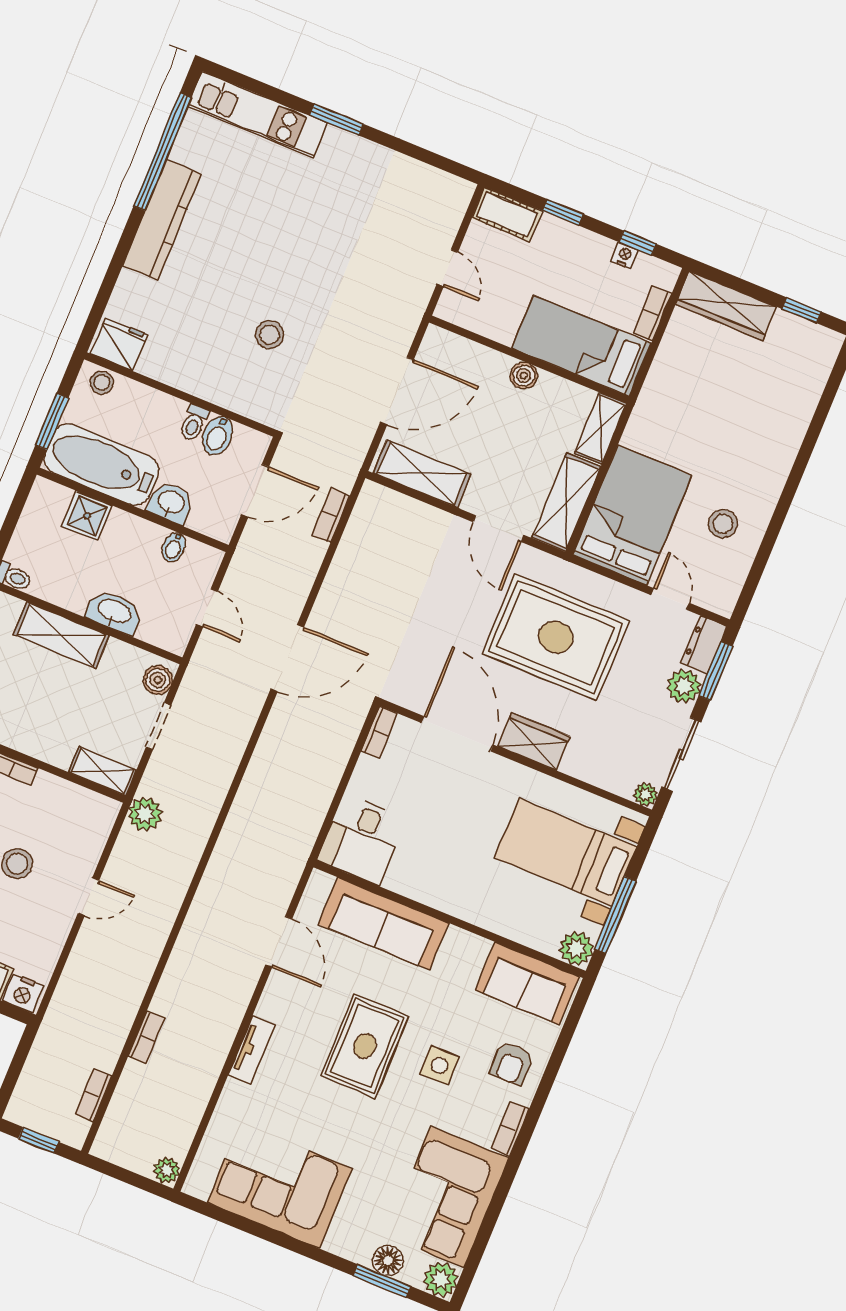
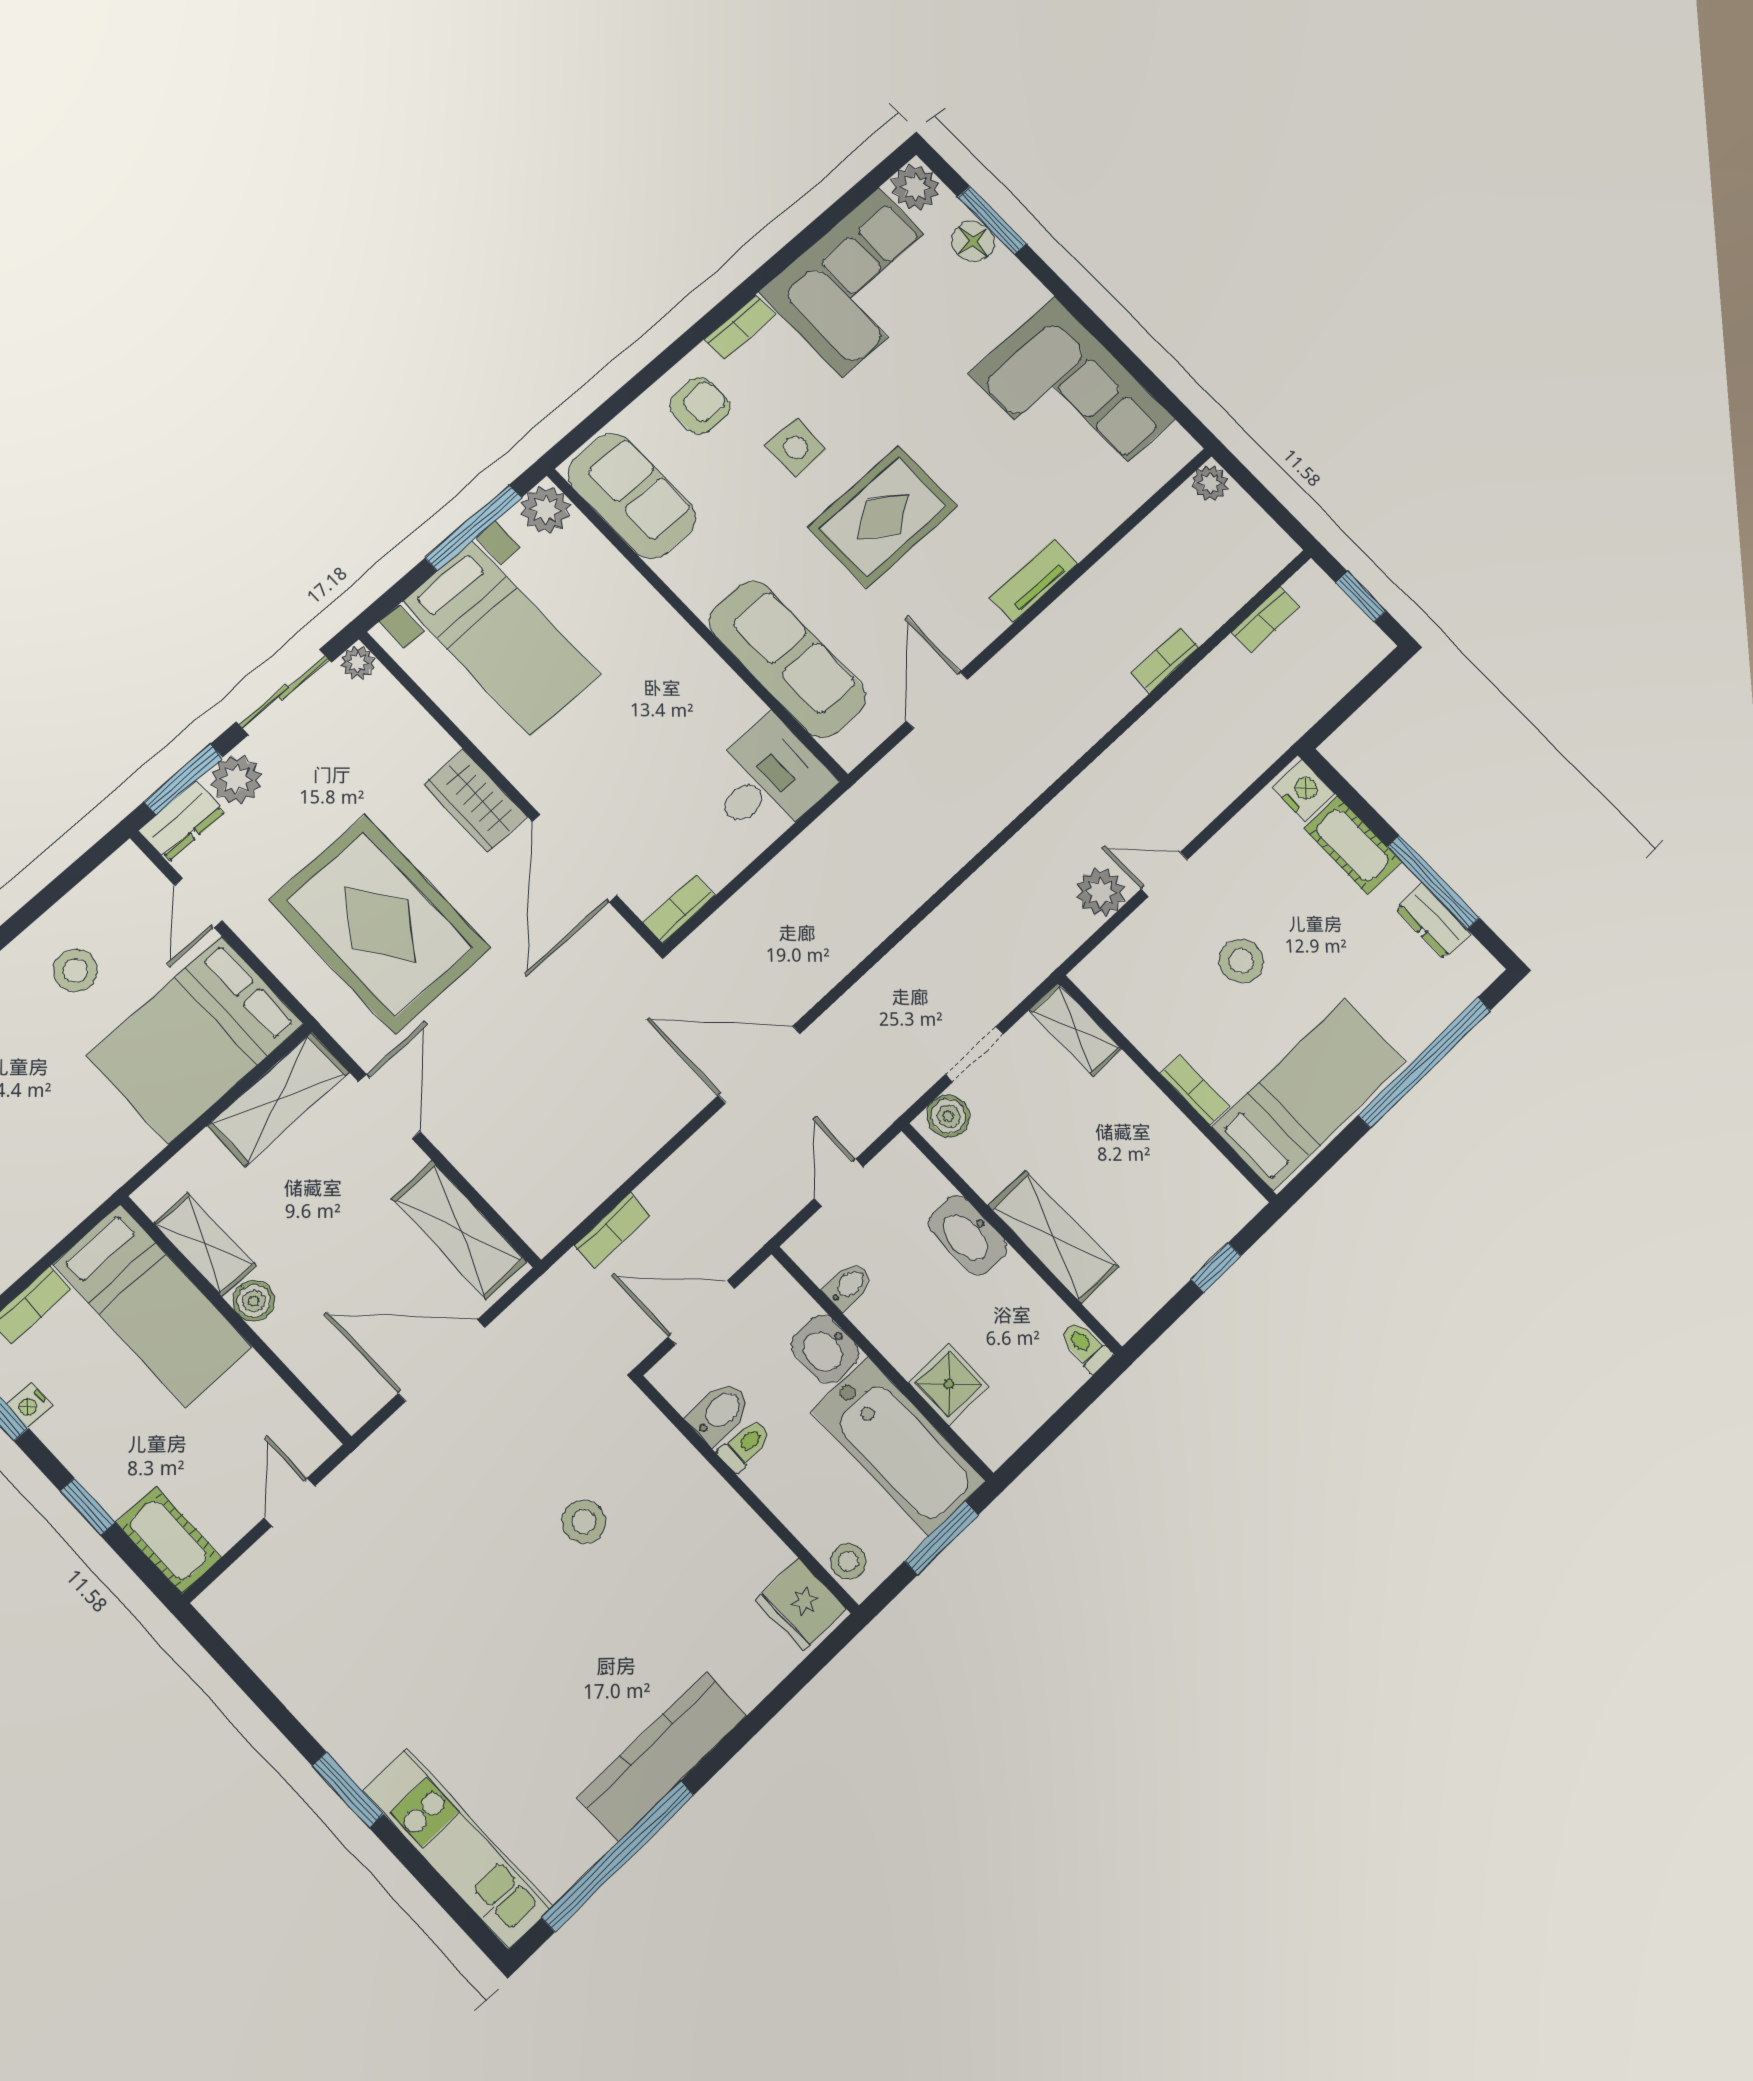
shelving: (600, 428) -> (205, 1245), moved, turned 90
plant: (145, 814) -> (1101, 892), moved

